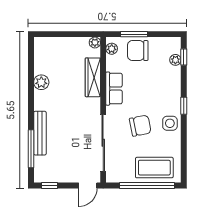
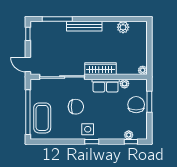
plant: (112, 49) -> (125, 84), moved
wardrobe: (93, 77) -> (101, 69), moved
plant: (41, 82) -> (123, 27), moved
side table: (170, 123) -> (88, 129), moved
chair: (140, 126) -> (76, 107), turned -79
bench: (40, 133) -> (84, 26), moved

